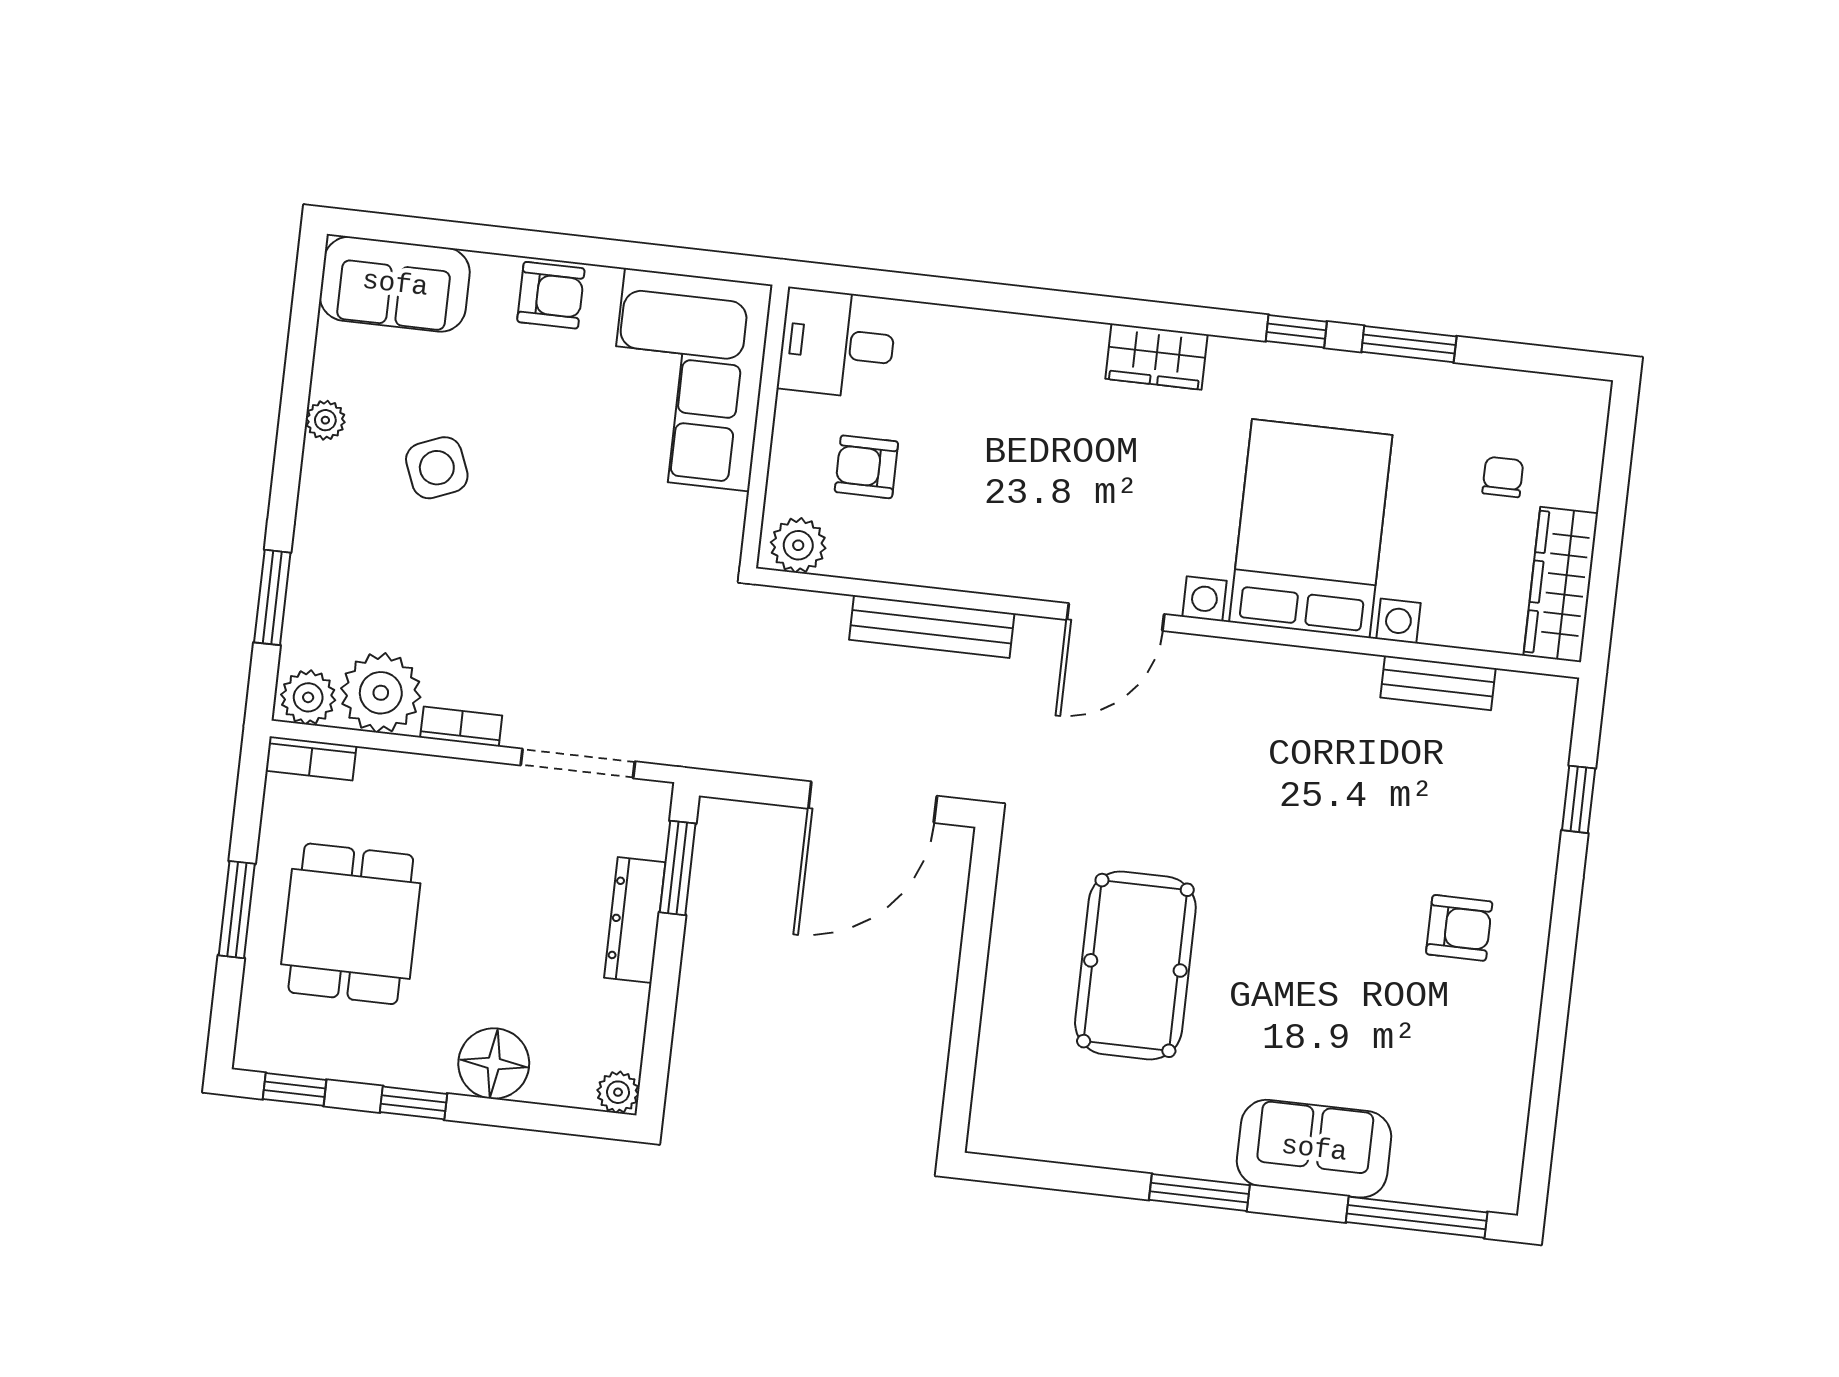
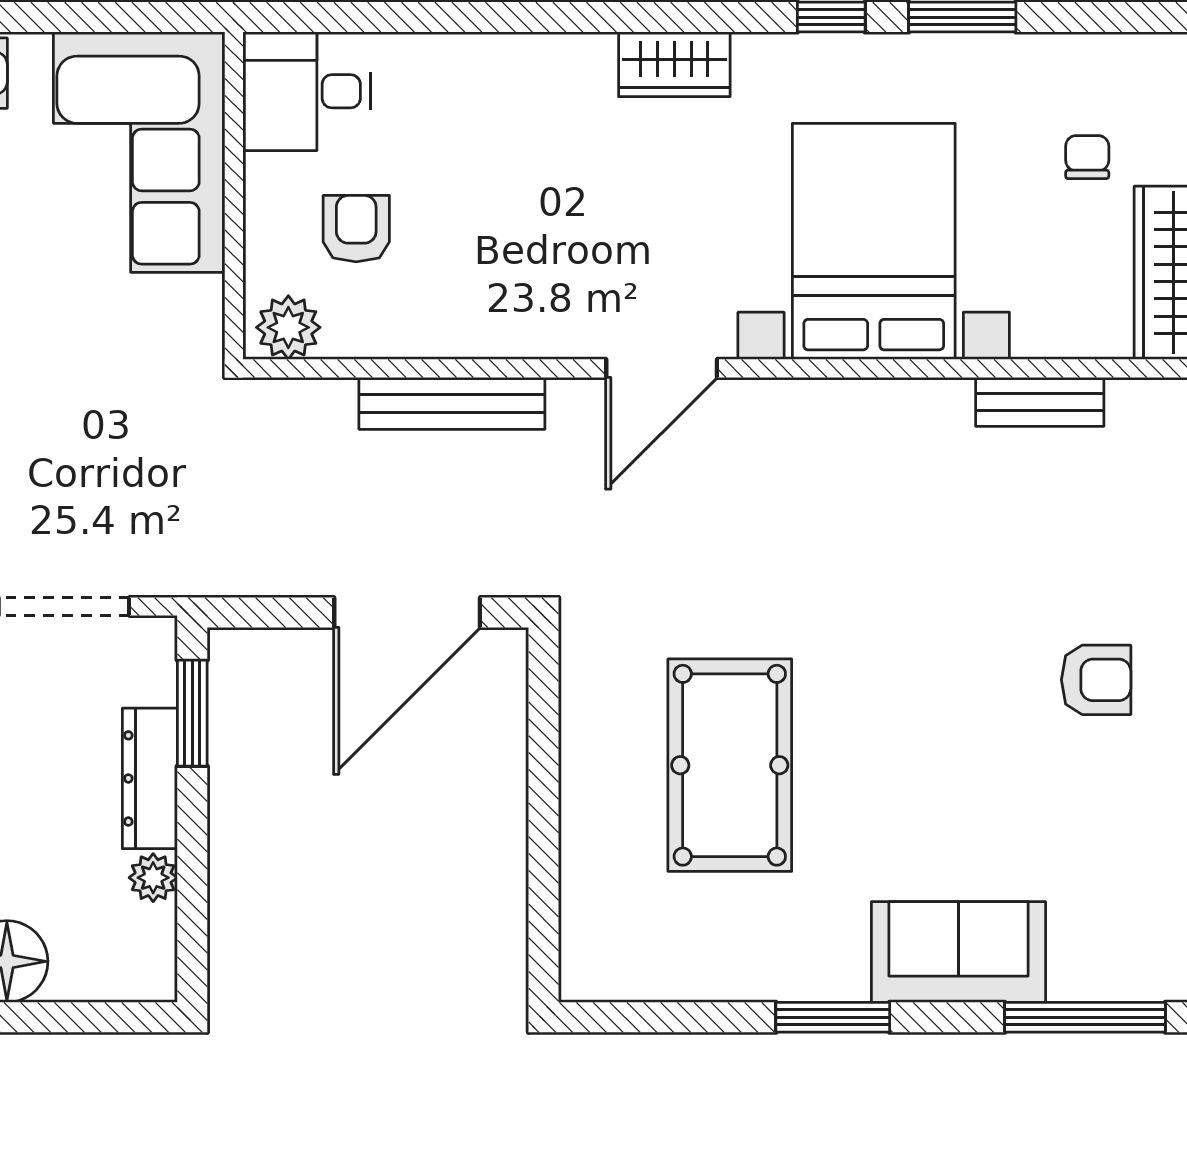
armchair: (866, 467) -> (356, 229), turned 90
plant: (618, 1092) -> (153, 878), moved

